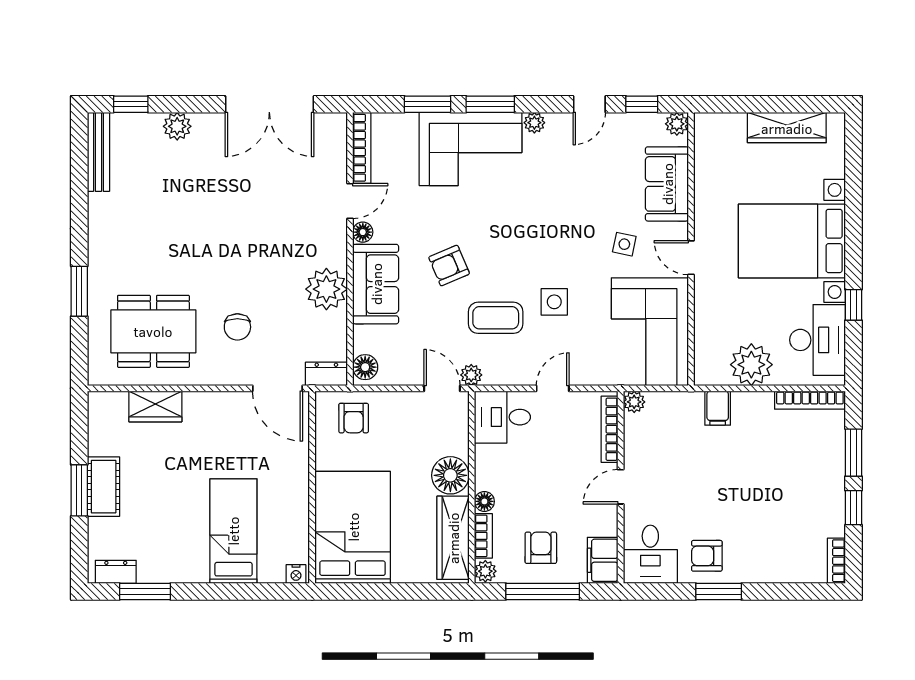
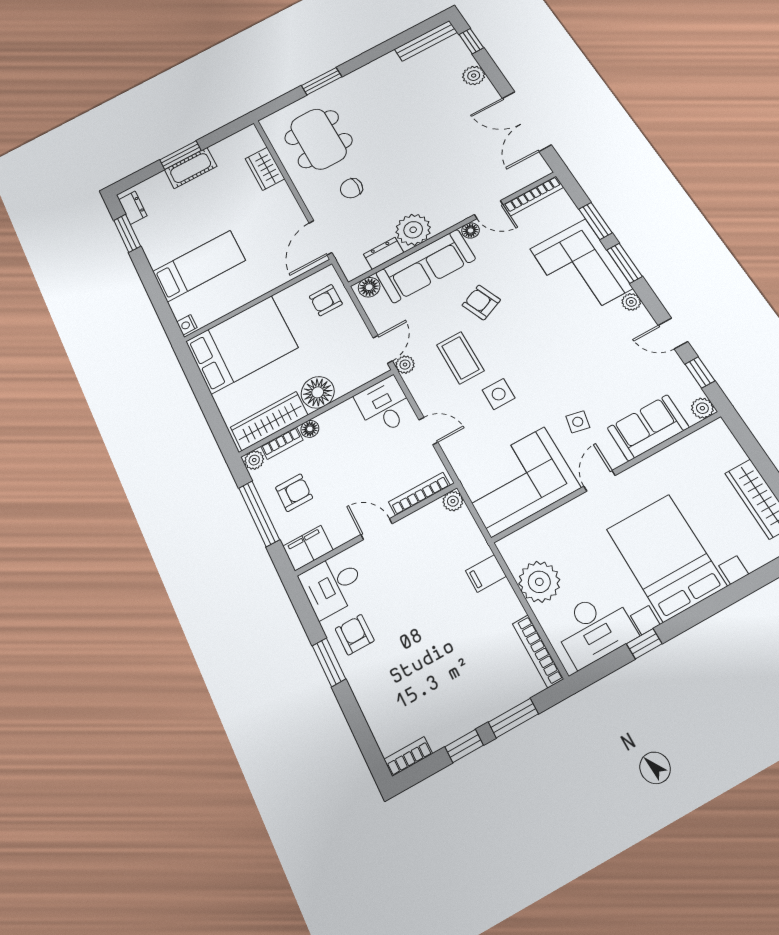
sofa: (376, 284) -> (426, 266), width x1.36
dresser: (326, 374) -> (384, 253), moved, turned -90

